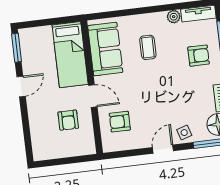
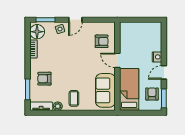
coffee table: (148, 47) -> (74, 98), moved
nightstand: (34, 108) -> (157, 57), added
armchair: (68, 120) -> (152, 94), moved

